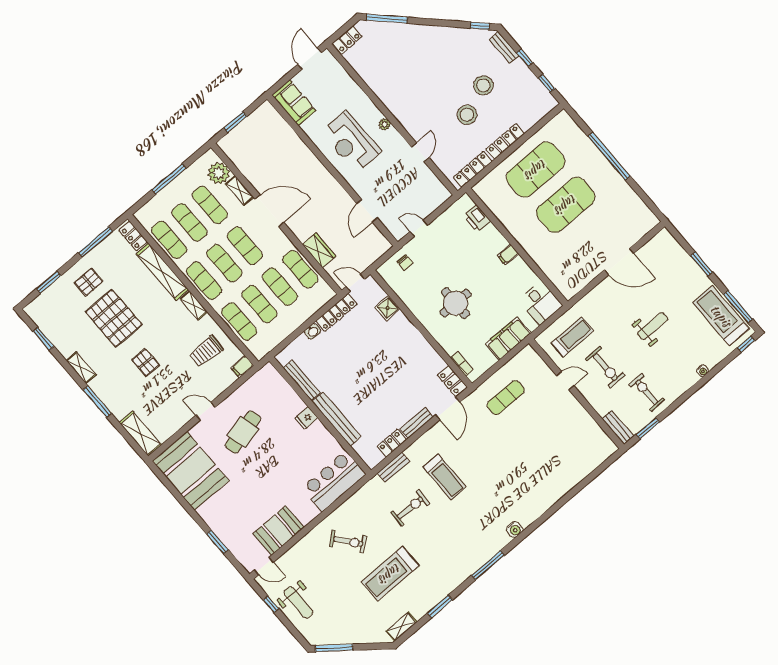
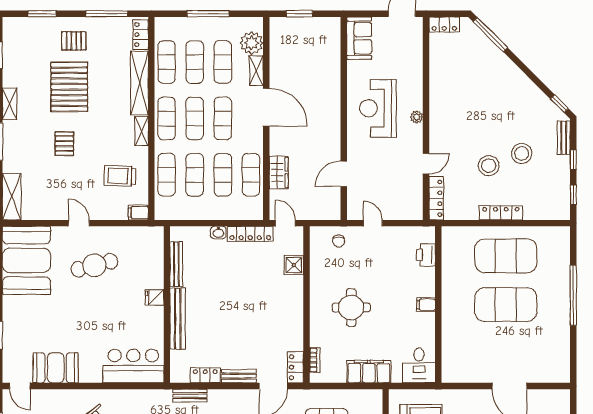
locker: (473, 169) -> (436, 198), moved, turned 90

